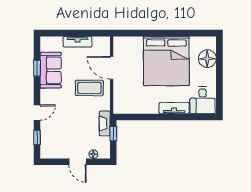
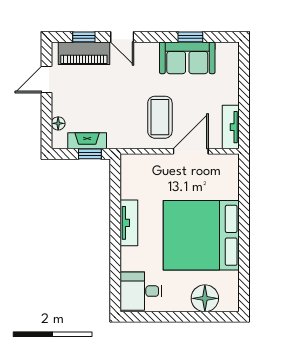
tv unit: (77, 42) -> (231, 127), moved
tv unit: (174, 108) -> (129, 223), moved
fireplace: (105, 123) -> (87, 141), moved
piano: (48, 137) -> (84, 53), added
door: (78, 162) -> (47, 80), moved

